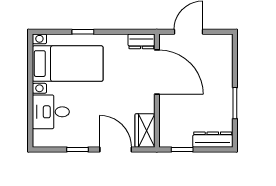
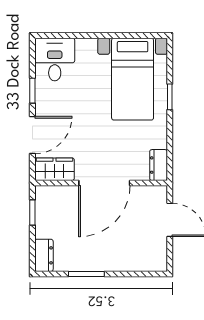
door: (157, 72) -> (104, 183), moved
desk: (51, 112) -> (55, 59), moved
dresser: (213, 140) -> (44, 255), width x0.70

